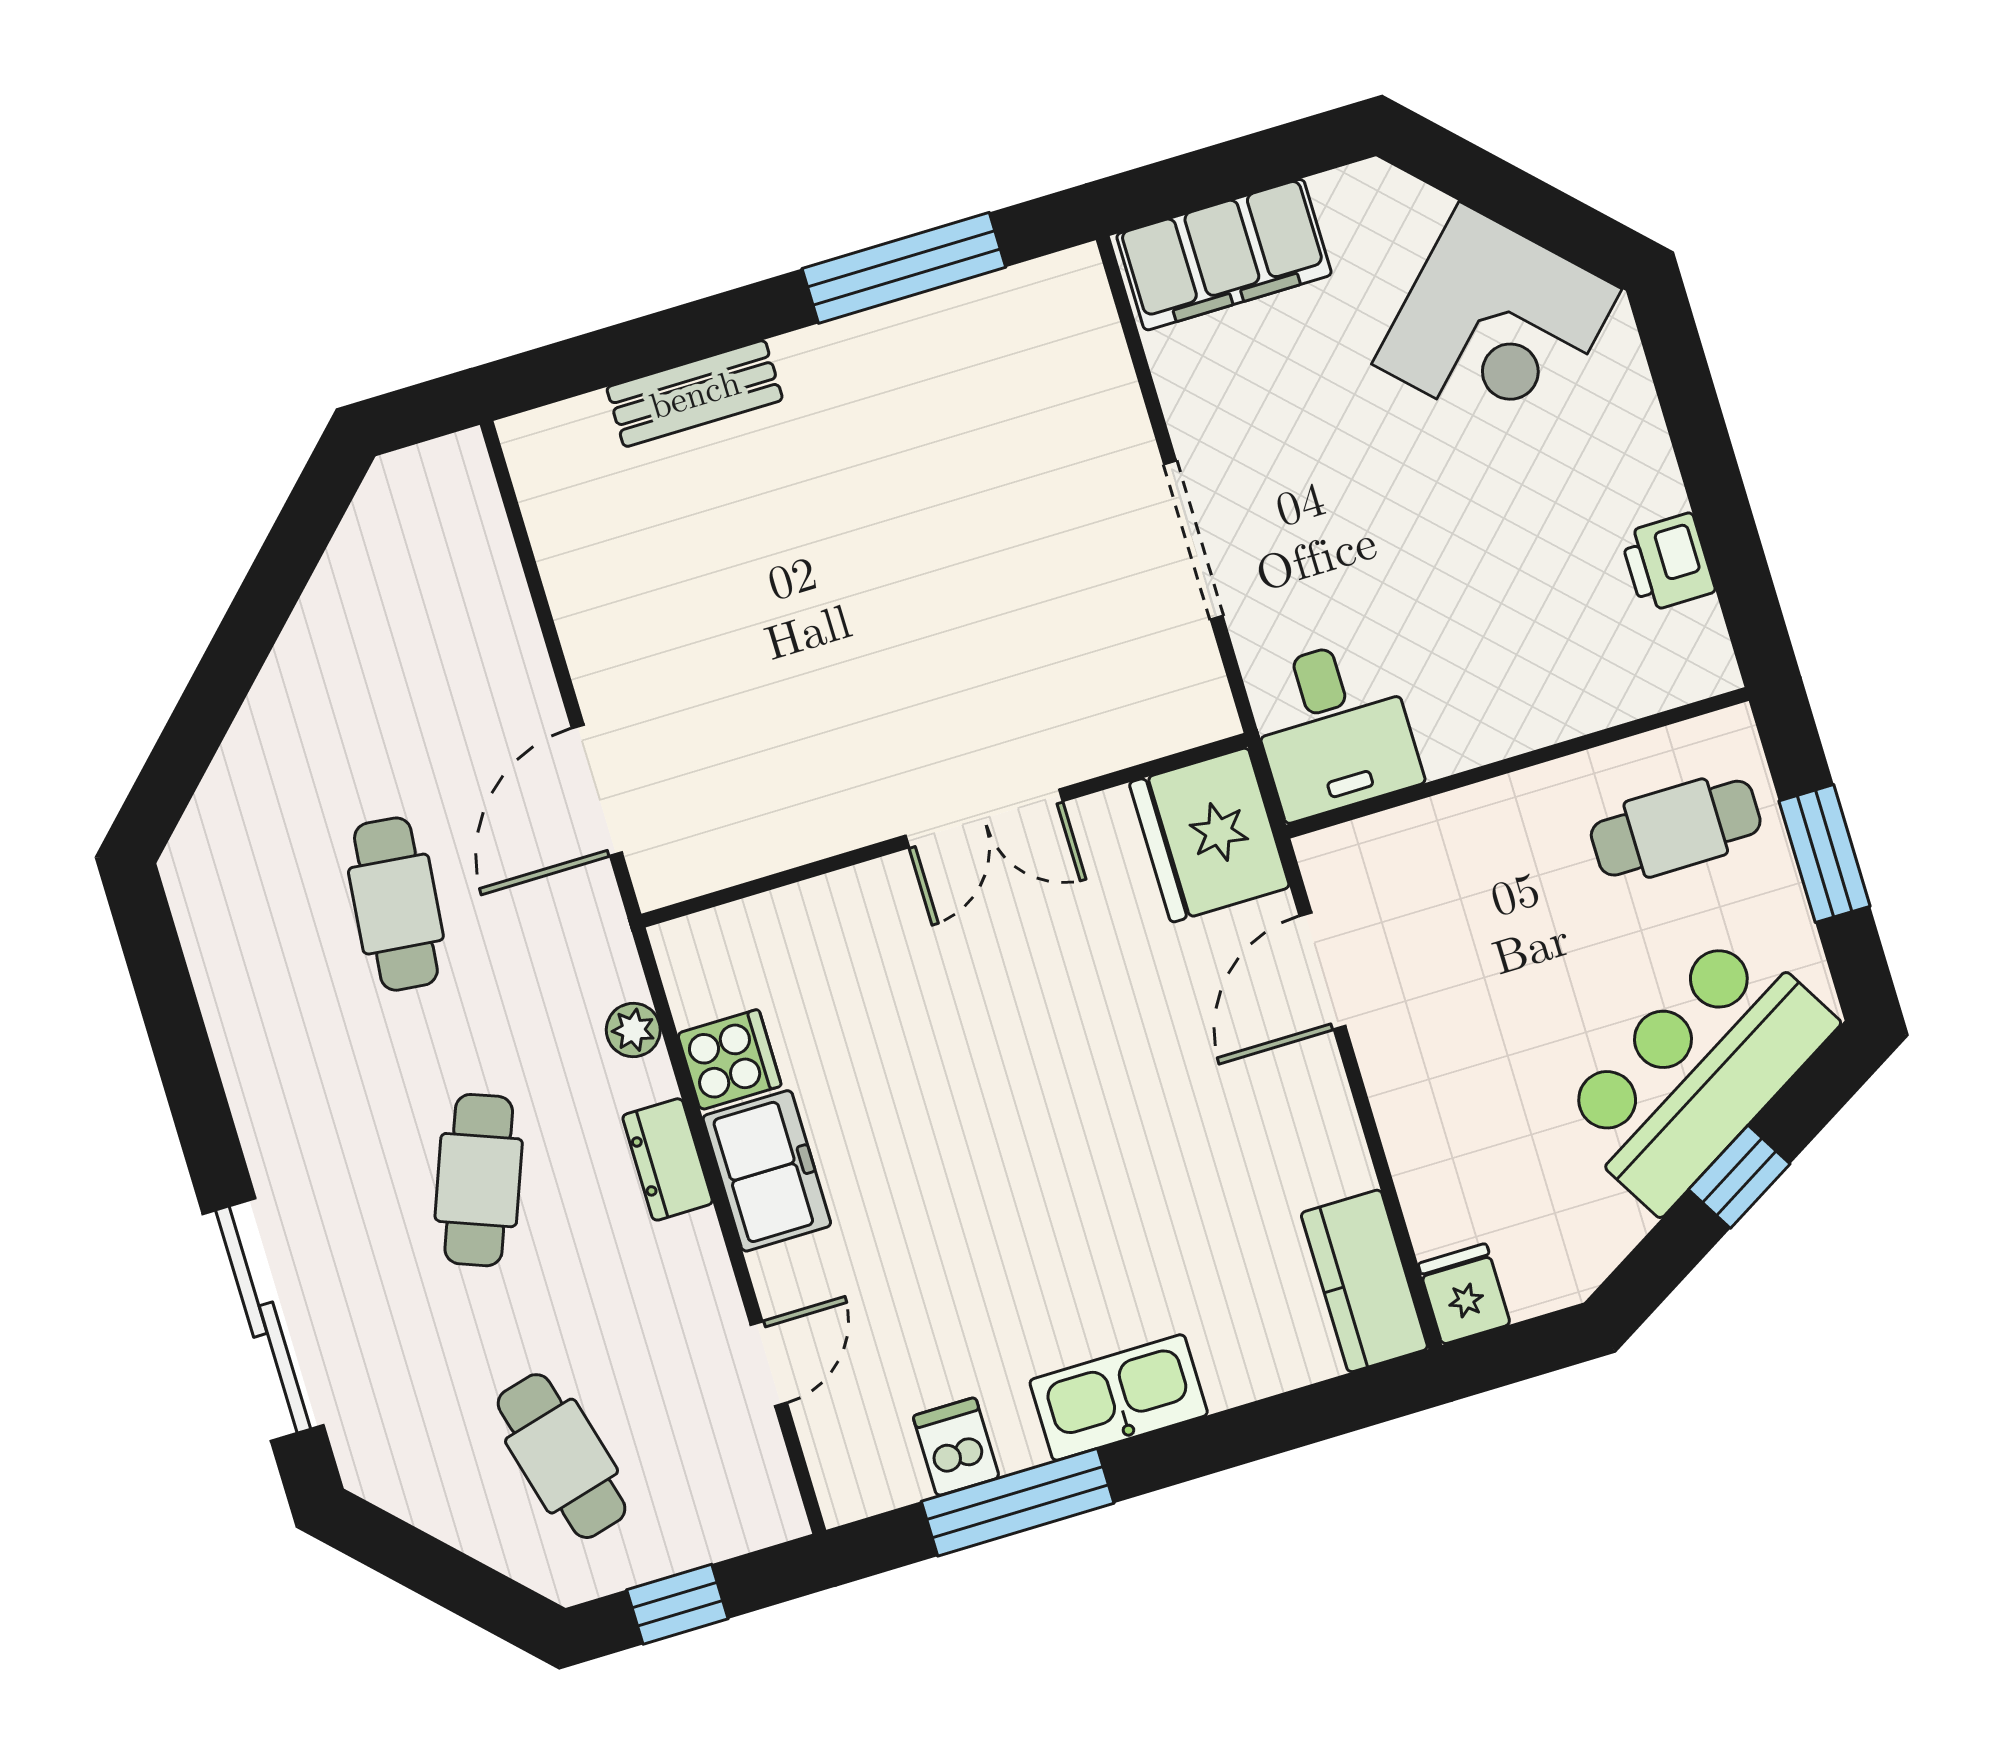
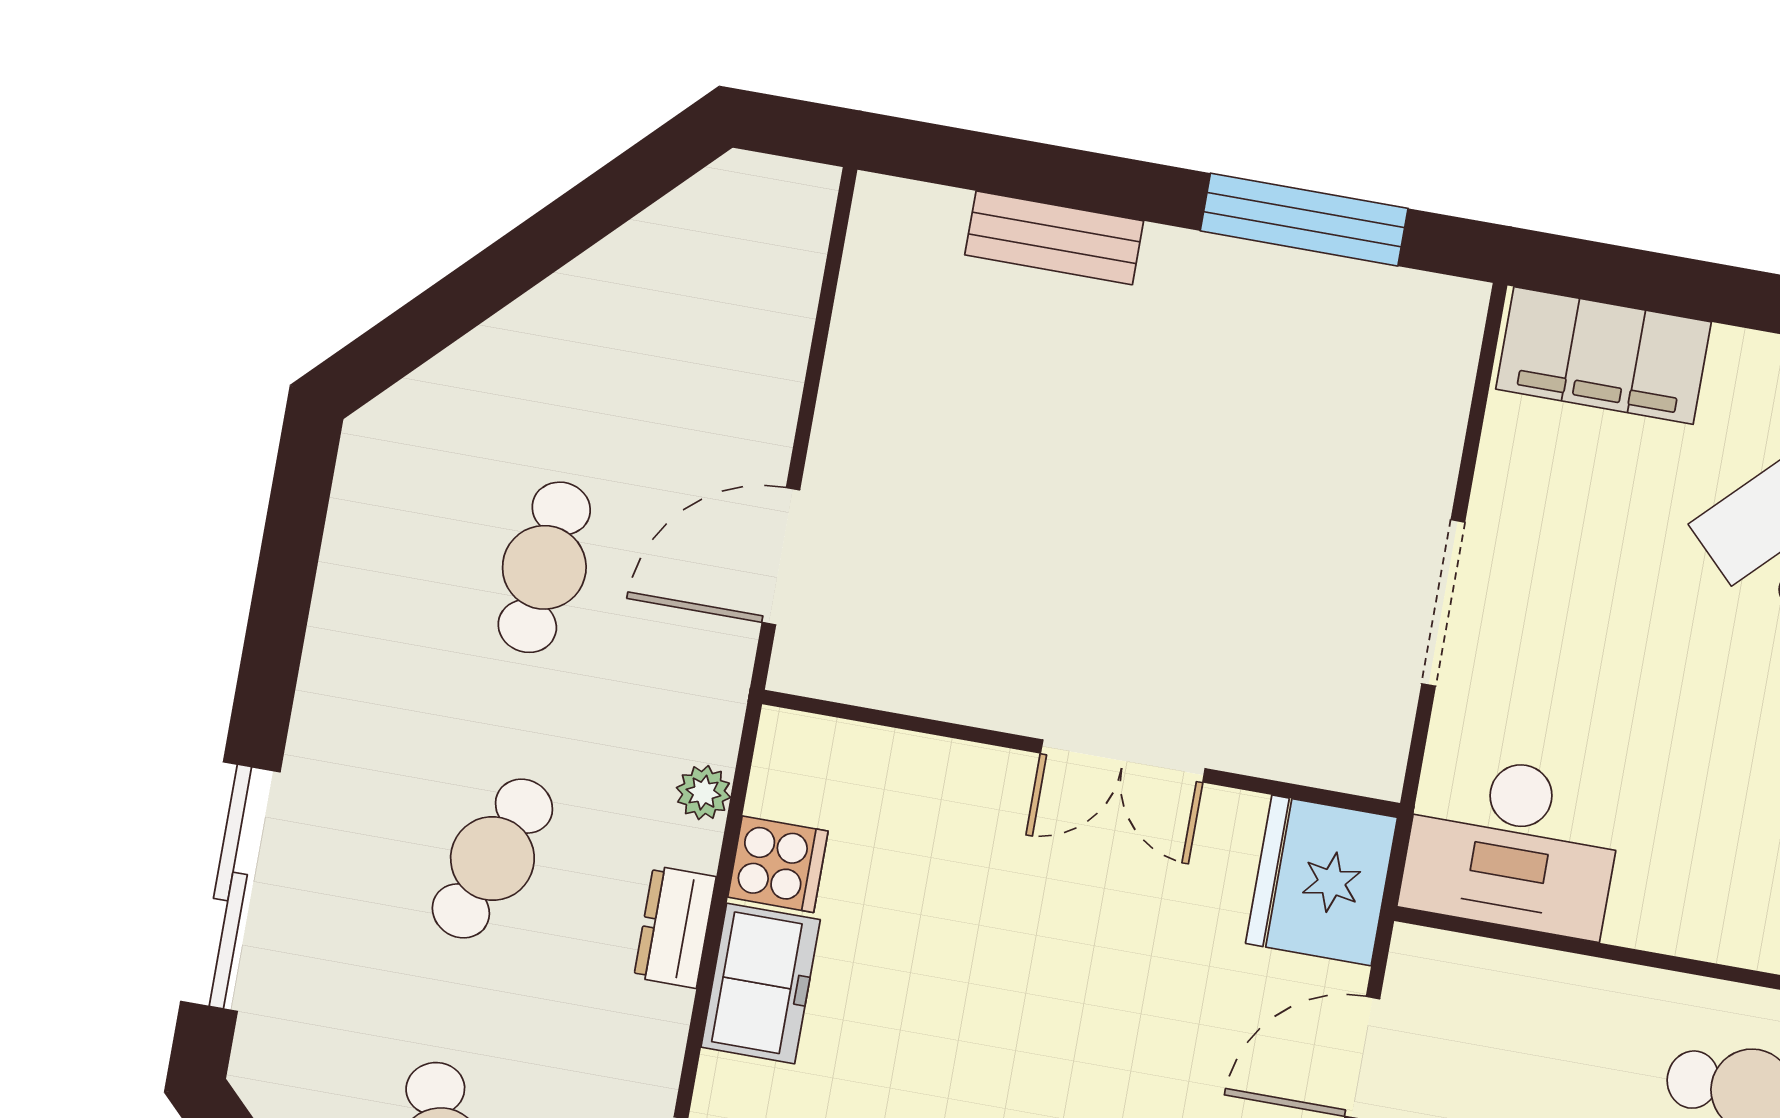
desk: (1333, 728) -> (1512, 845), width x1.37

